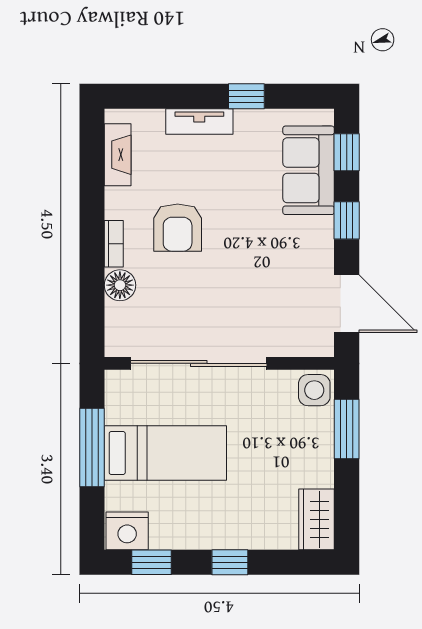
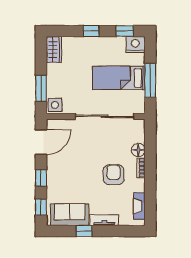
sofa: (309, 170) -> (70, 215), moved, turned -90
door: (347, 304) -> (41, 142), swing flipped

